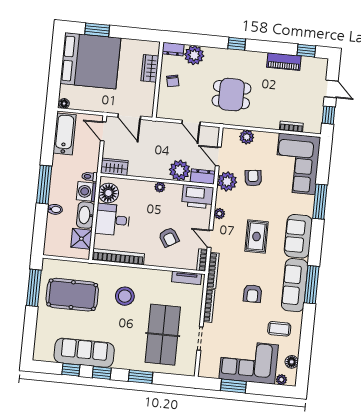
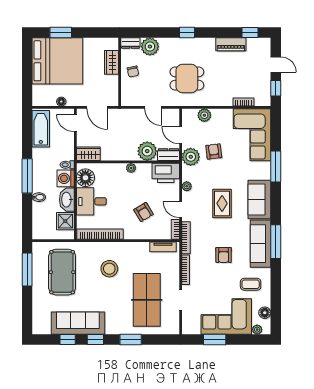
floor lamp: (64, 104) -> (61, 102), moved
pool table: (72, 295) -> (62, 272), turned 90

